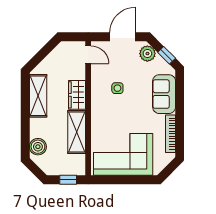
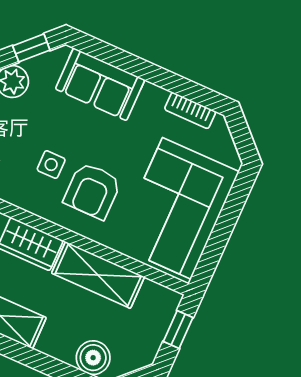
armchair: (114, 112) -> (92, 191), added
bookcase: (170, 134) -> (190, 110), width x0.64

